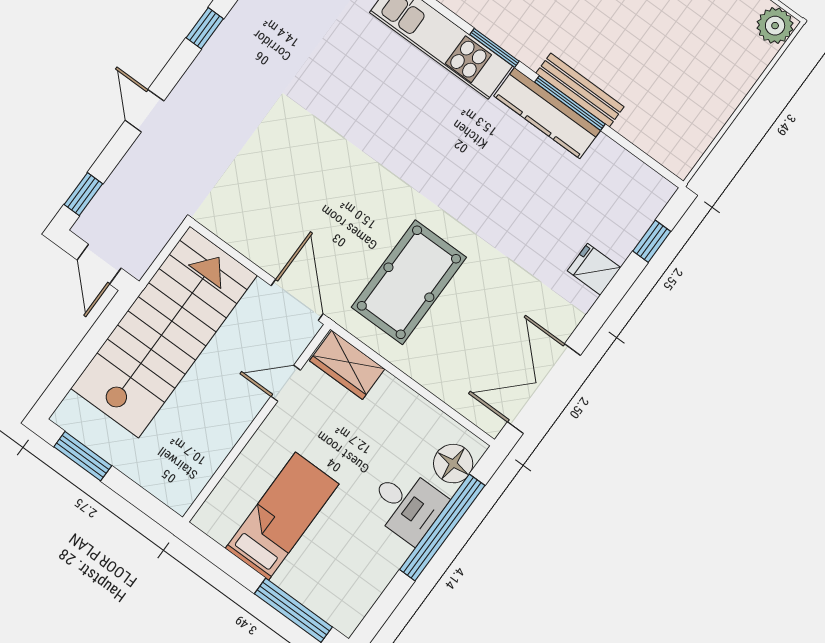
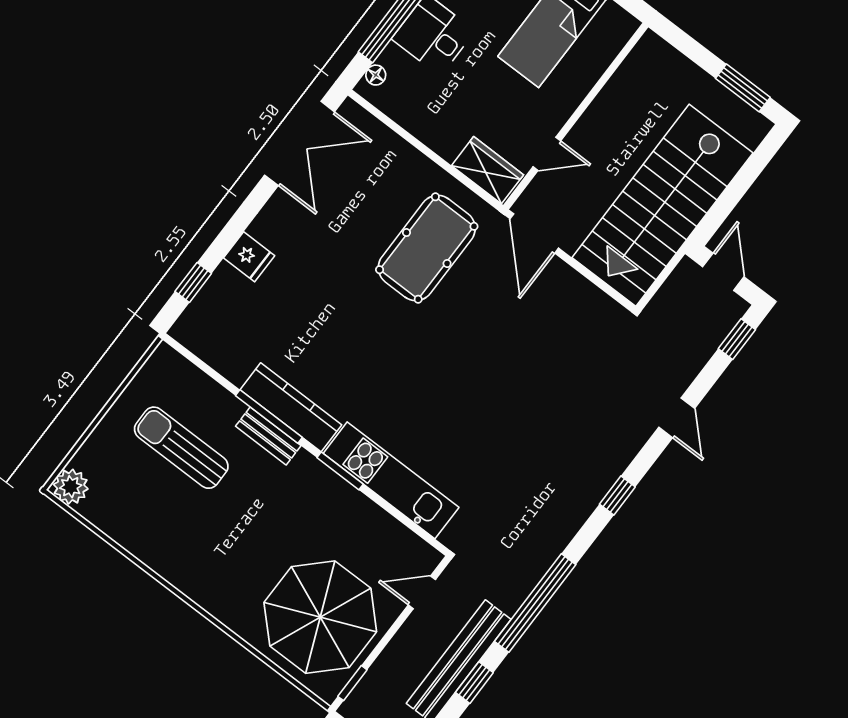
sun lounger: (661, 69) -> (181, 448), added
bench: (580, 90) -> (268, 436), width x0.73
floor lamp: (453, 464) -> (376, 75), width x0.53, depth x0.53

